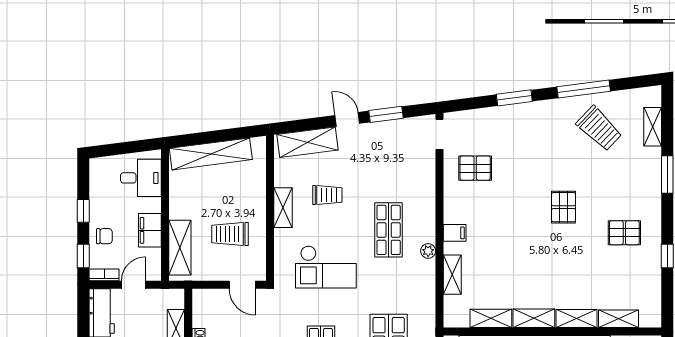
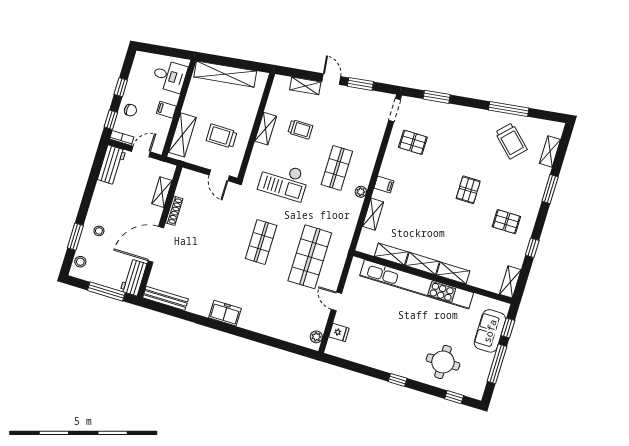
window: (514, 98) -> (437, 97), moved
shelving: (307, 142) -> (305, 86), width x0.67, depth x0.75
filing cabinet: (150, 230) -> (166, 110), width x0.50
shelving: (618, 319) -> (510, 282), moved, turned 90

